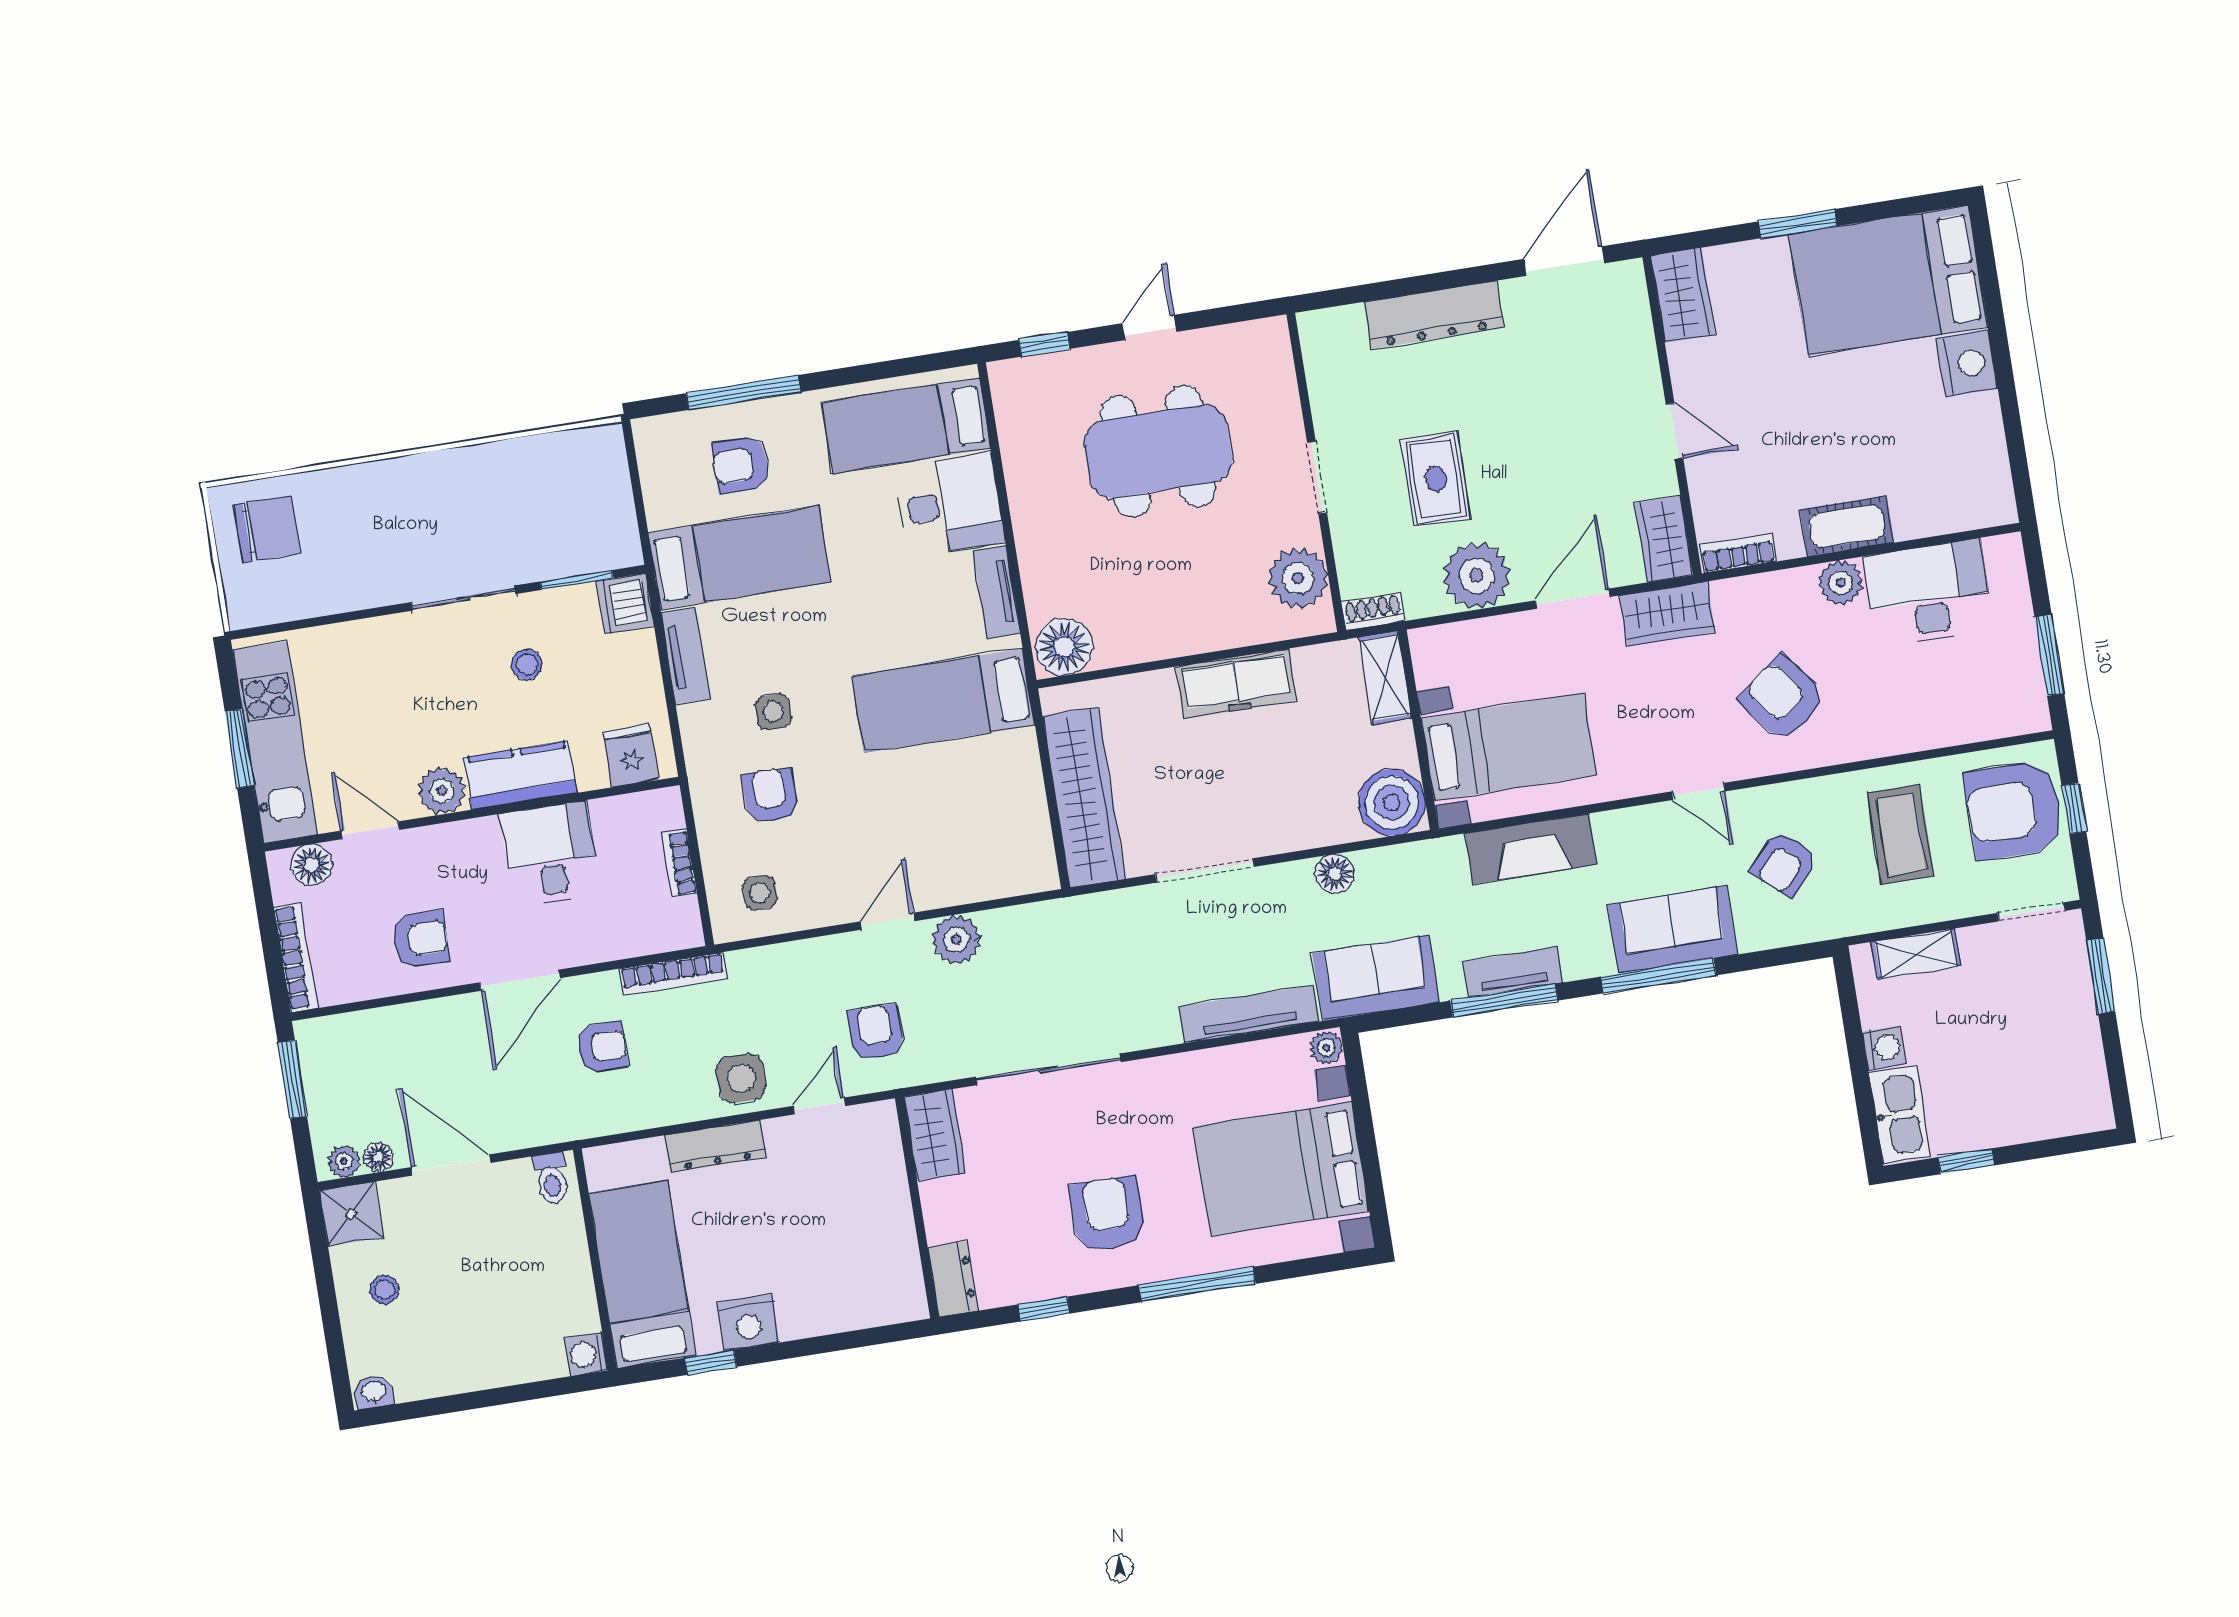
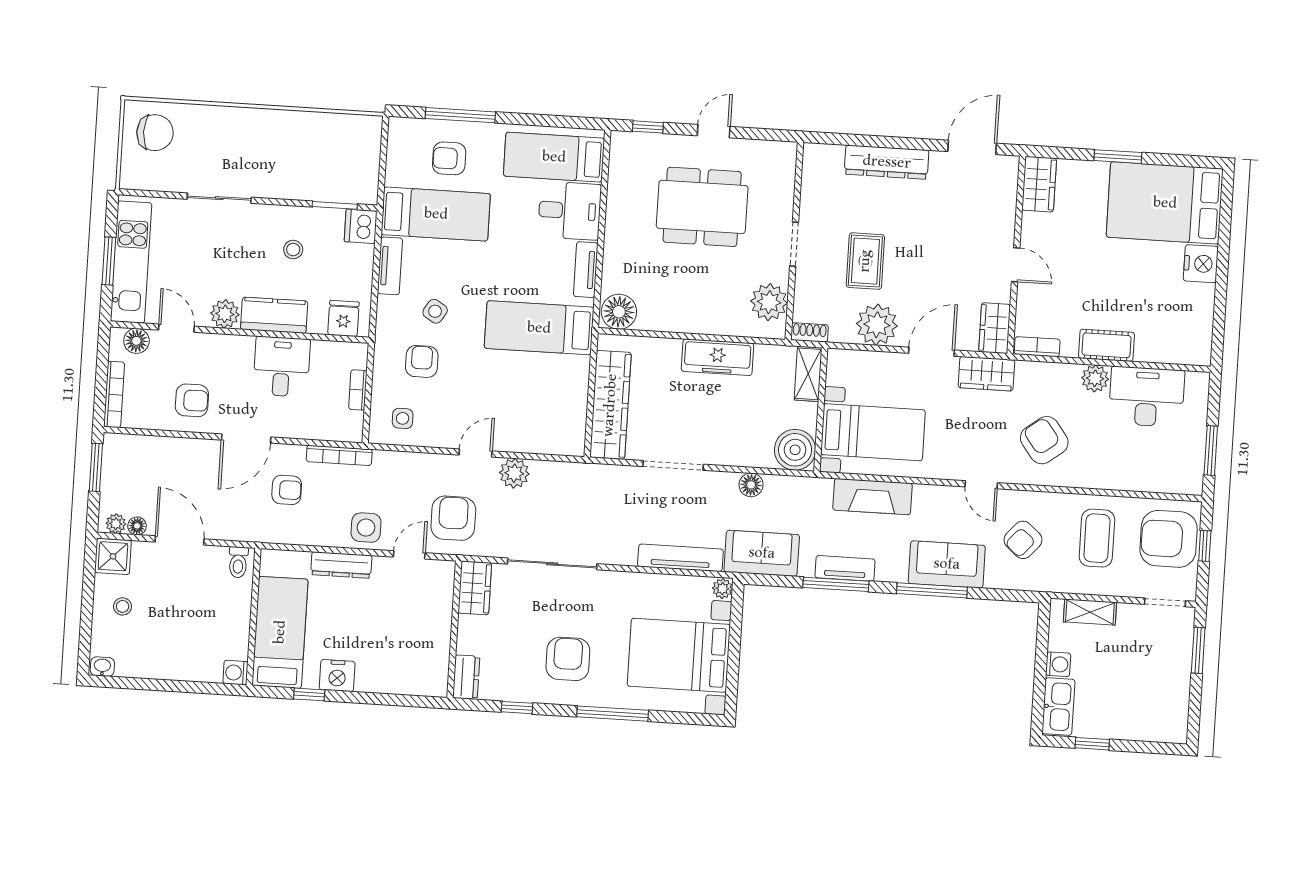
sliding door: (463, 598) -> (219, 198), moved
side table: (773, 712) -> (435, 311), turned 32
armchair: (876, 1032) -> (453, 518), width x1.38, depth x1.38

